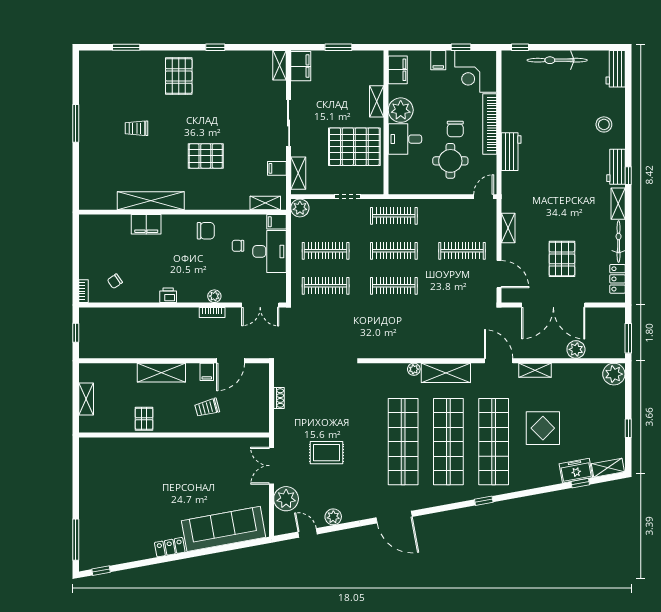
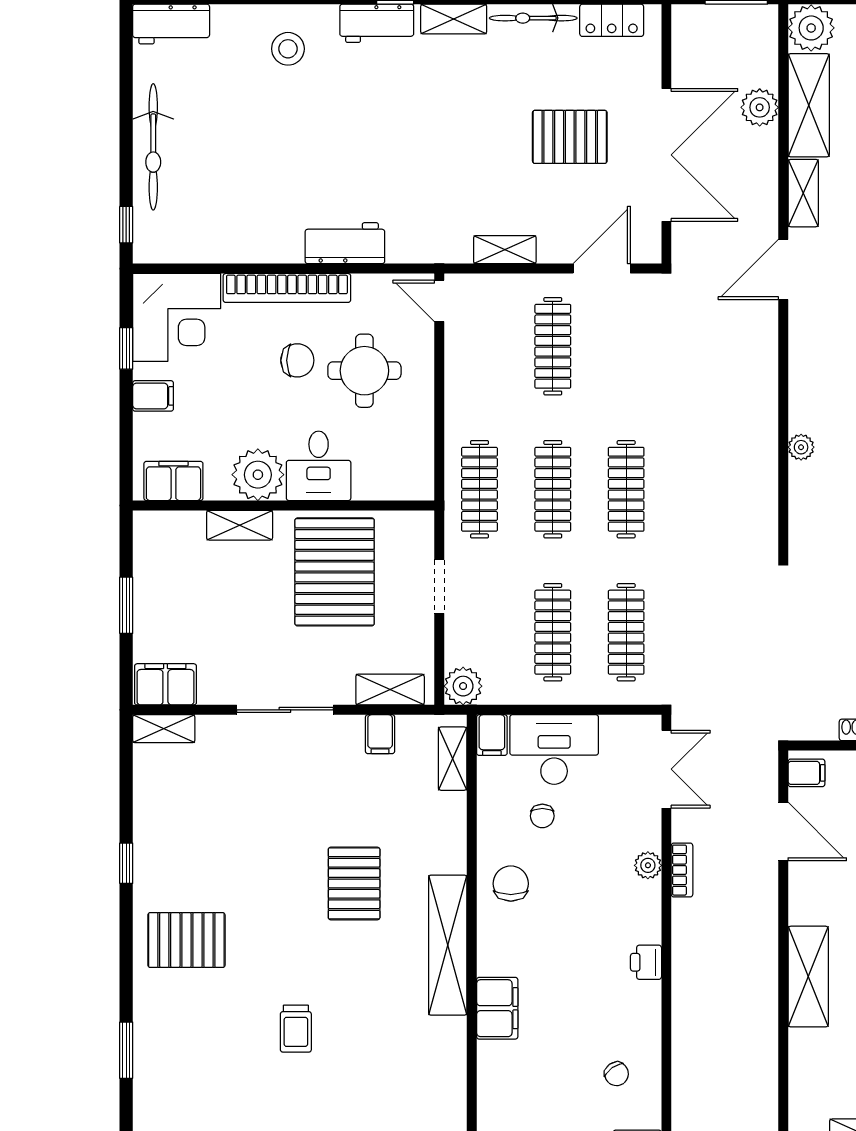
shelving: (151, 201) -> (448, 945), moved
filing cabinet: (207, 372) -> (806, 773), moved
shelving: (446, 373) -> (809, 105), moved

